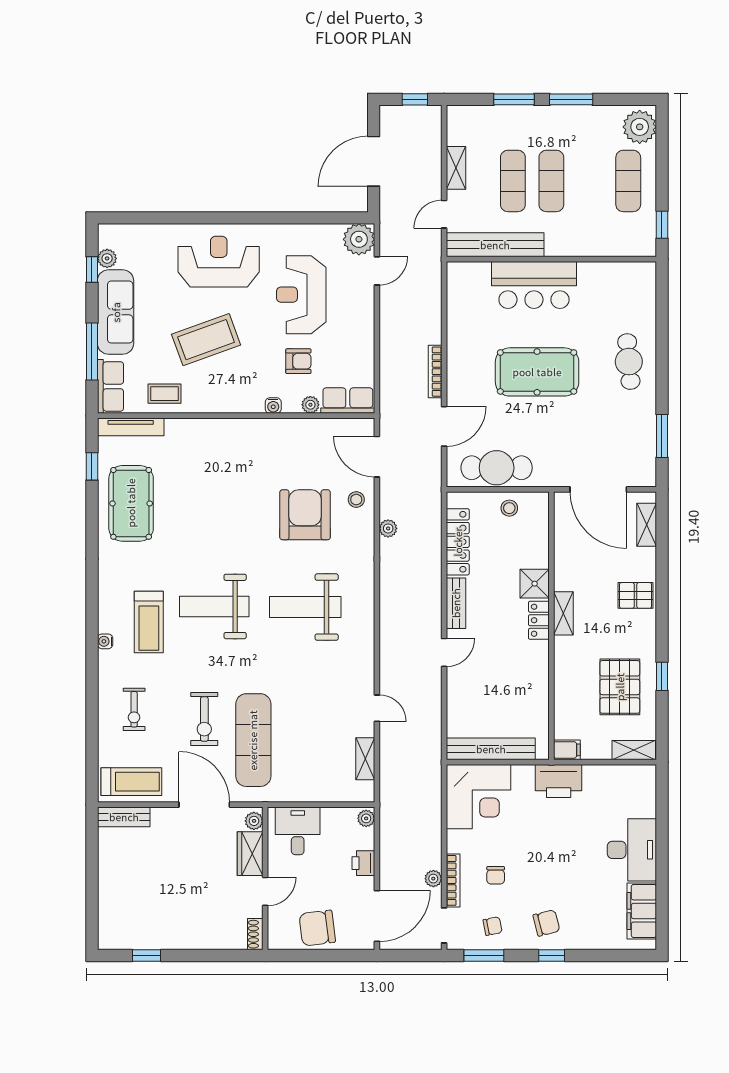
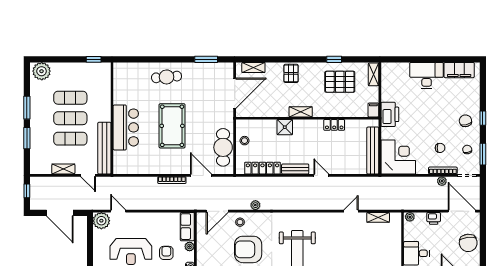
exercise mat: (628, 181) -> (70, 98), moved
locker: (539, 620) -> (334, 125), moved

